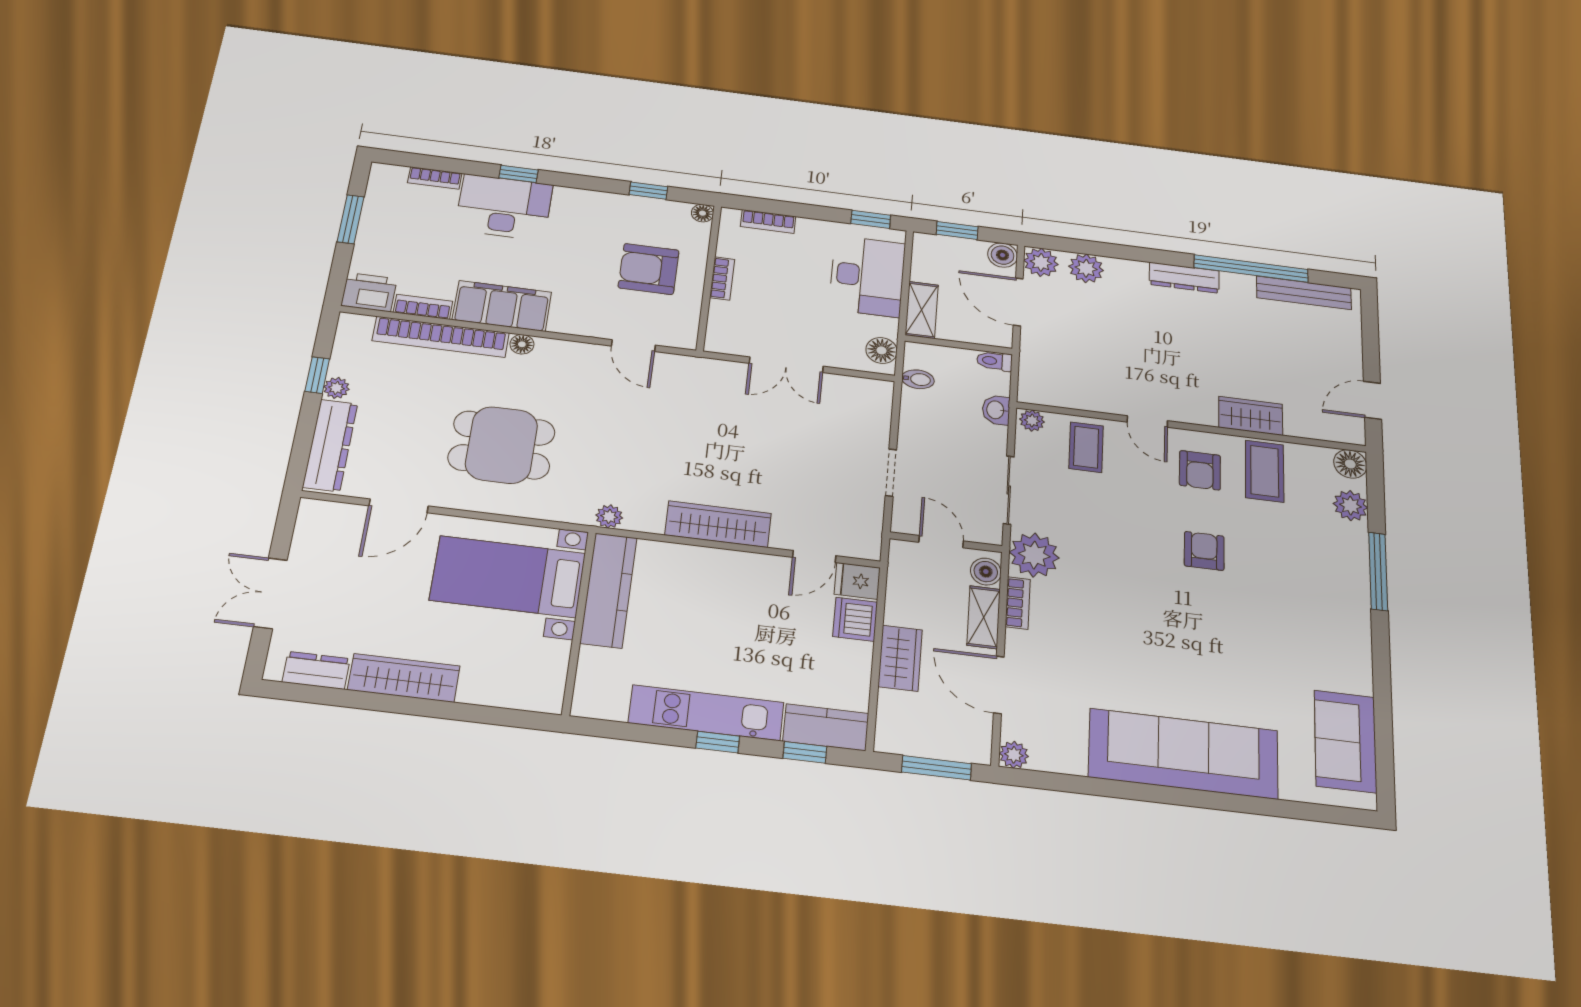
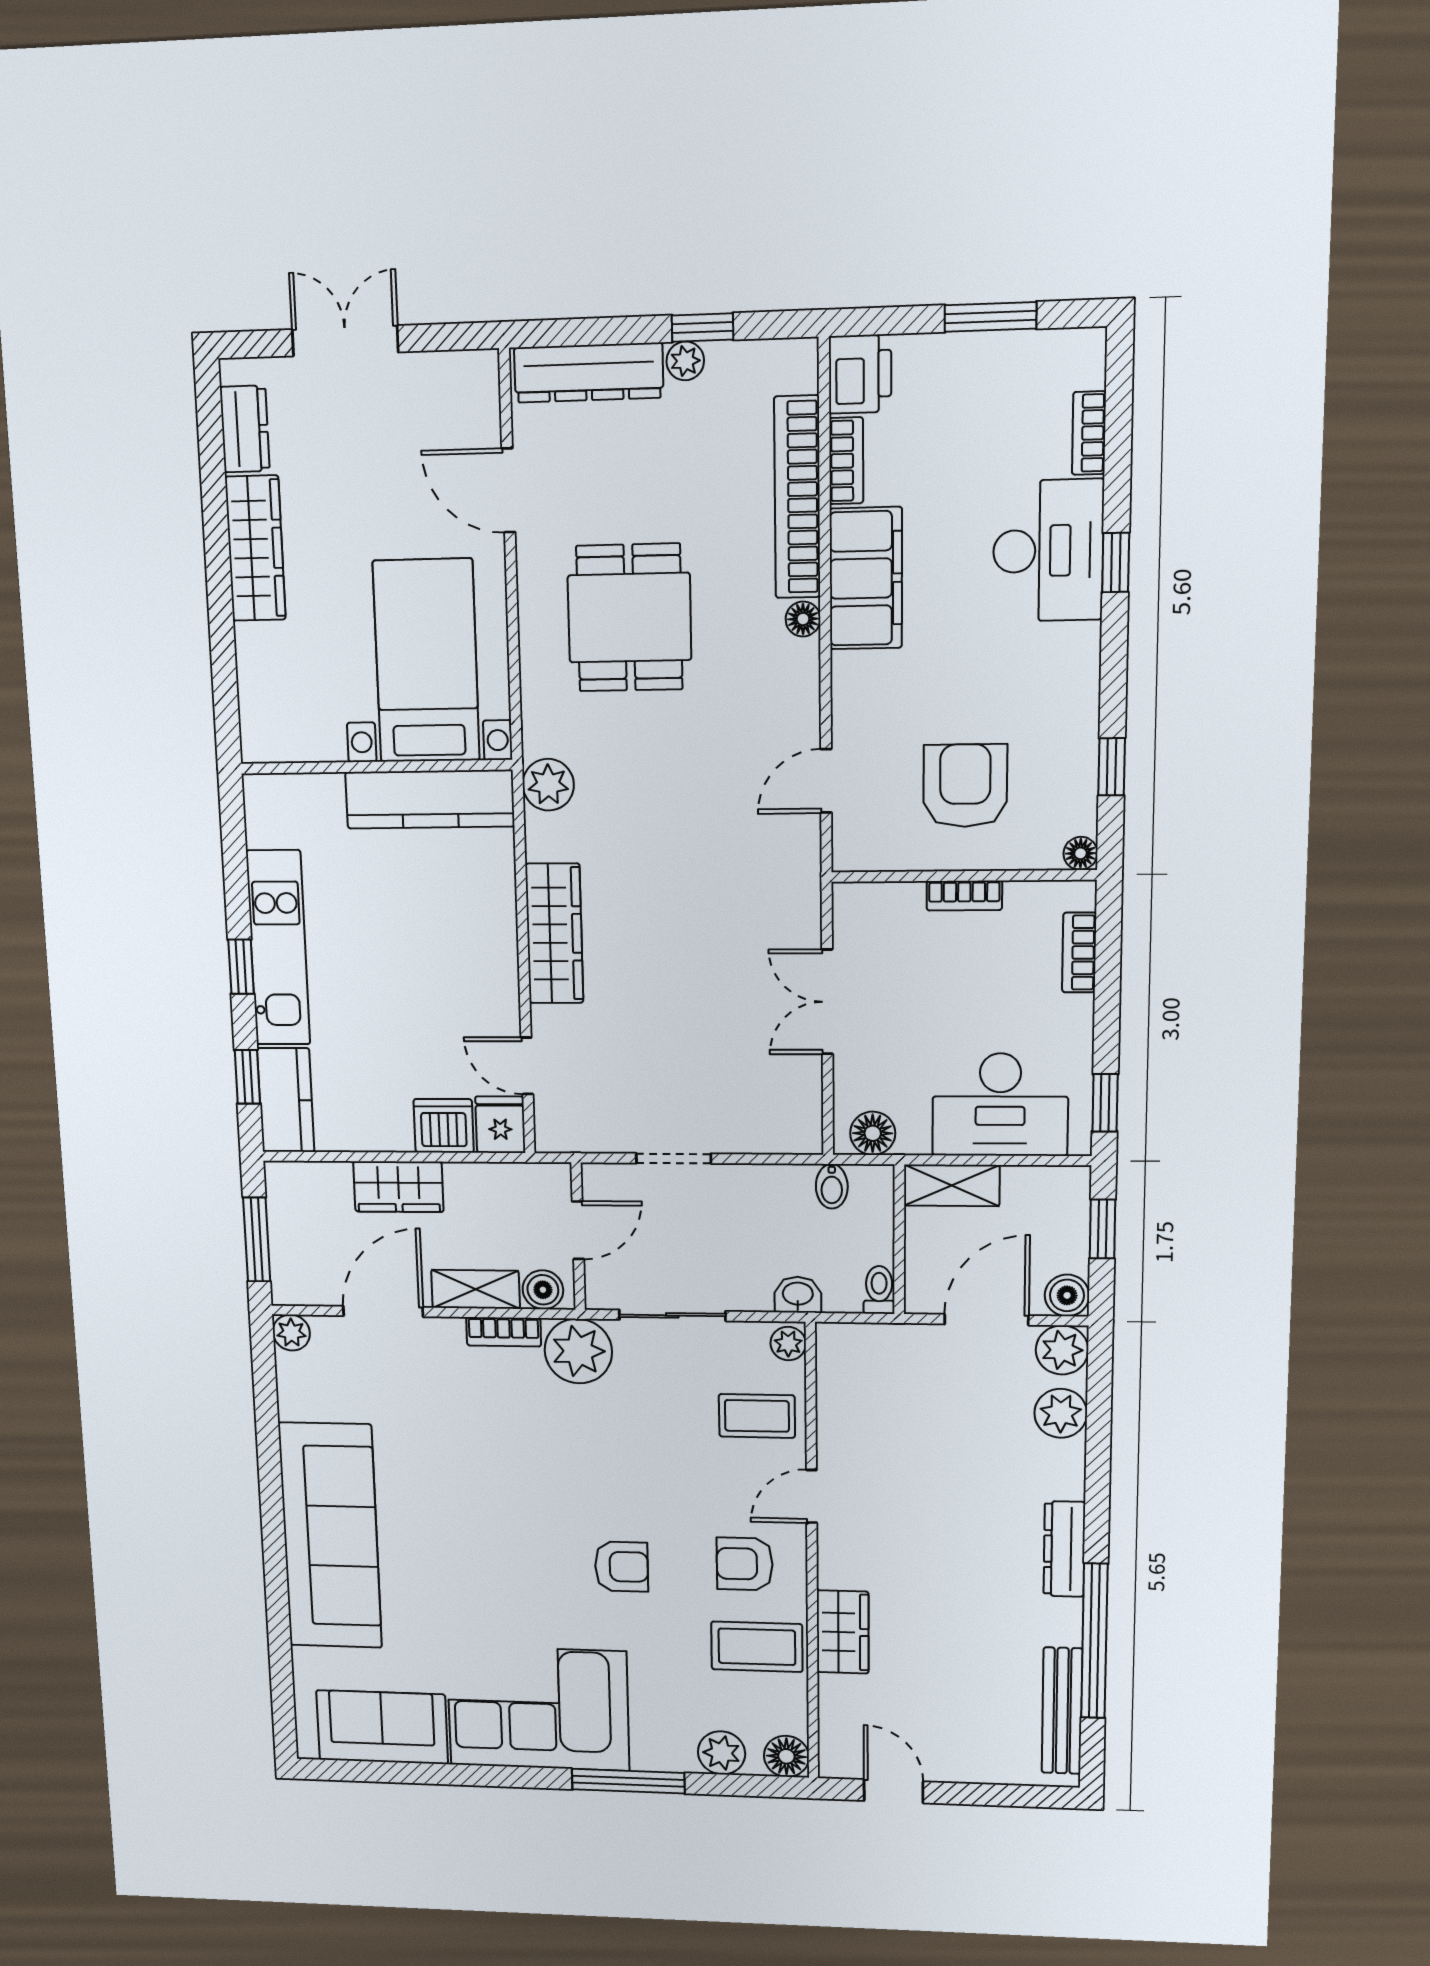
plant: (609, 516) -> (548, 785), width x1.38, depth x1.38
corner sofa: (1322, 625) -> (538, 1708), added

